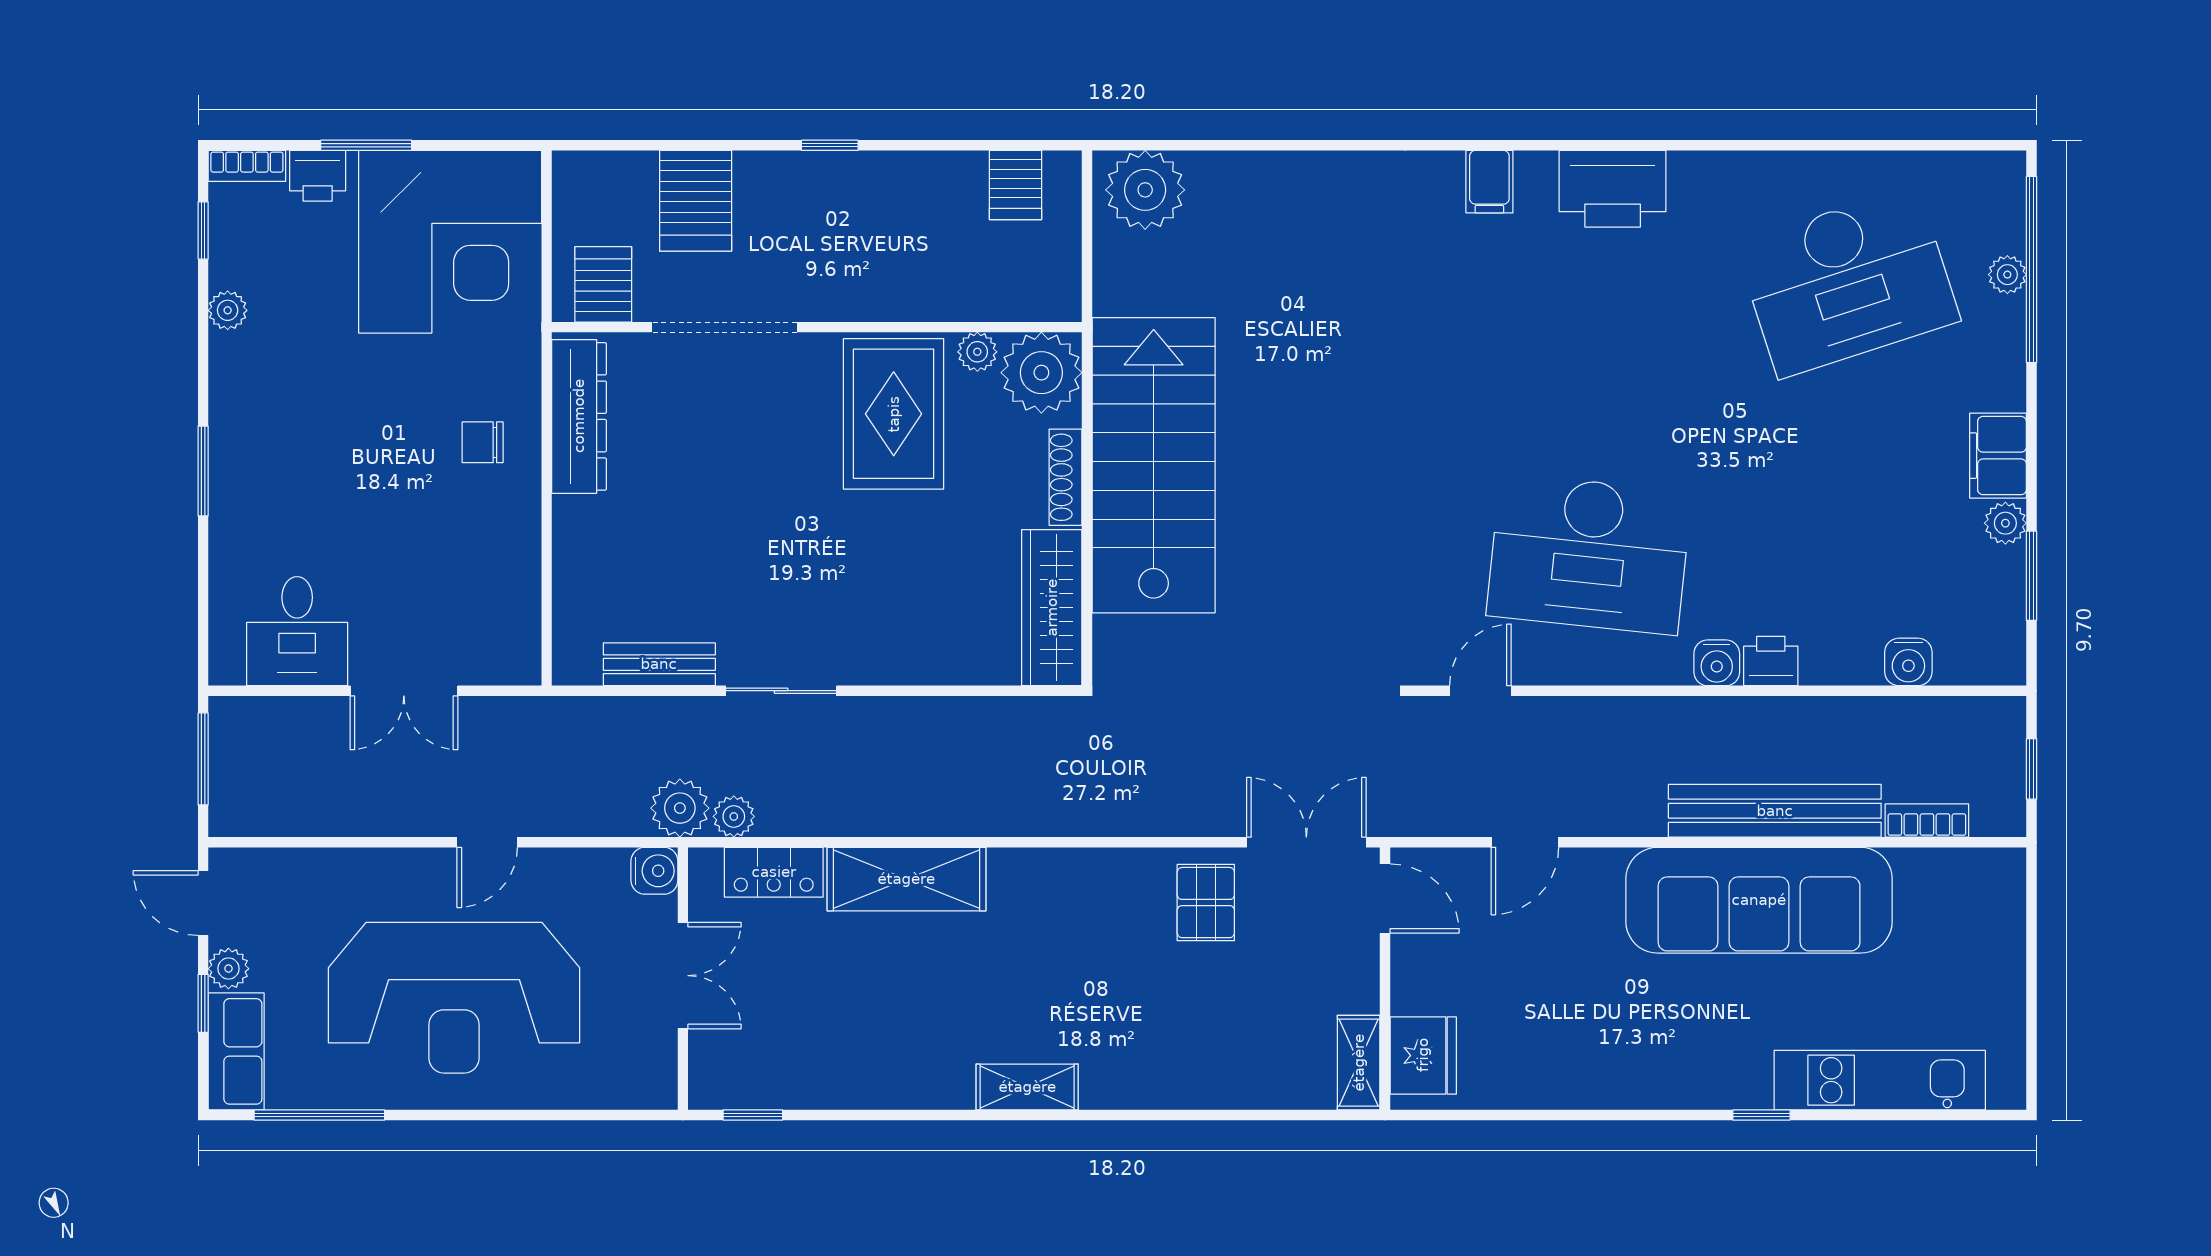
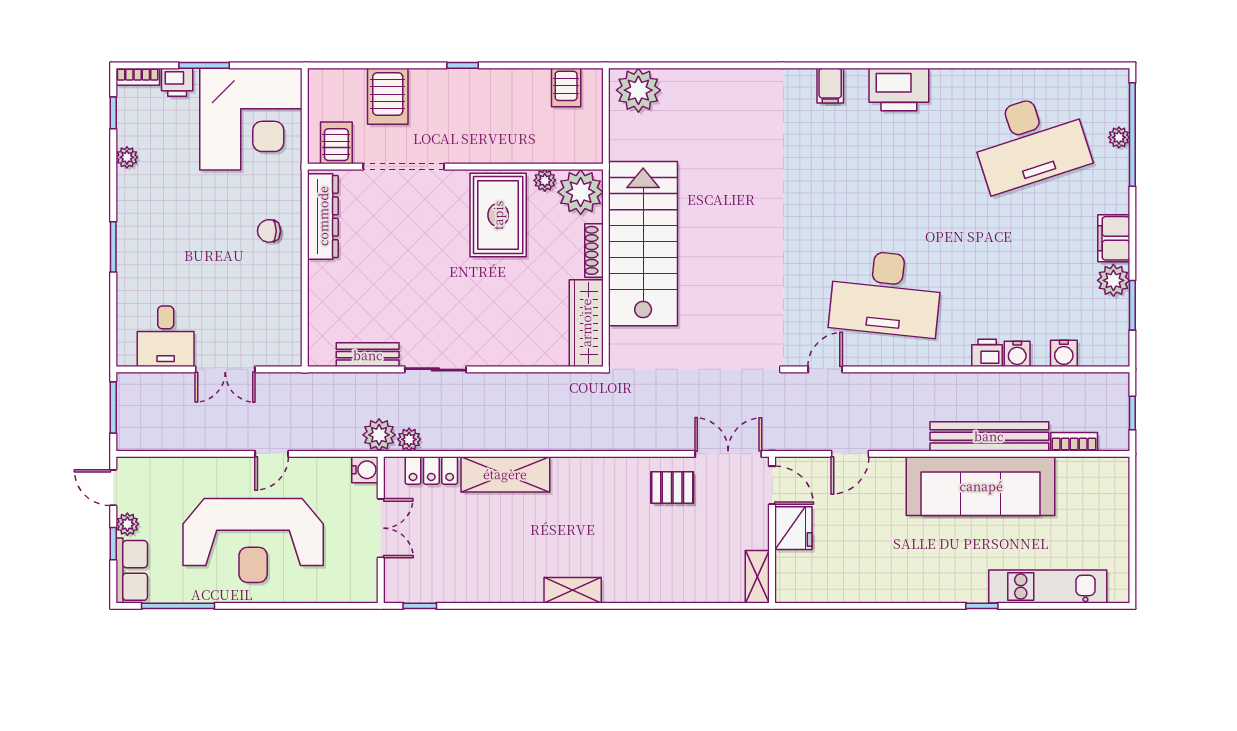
plant: (2005, 523) -> (1113, 280), width x1.38, depth x1.38
water cooler: (1717, 663) -> (1017, 354), moved
pallet: (1206, 903) -> (672, 487), turned 90
fridge: (1423, 1055) -> (793, 528), moved

